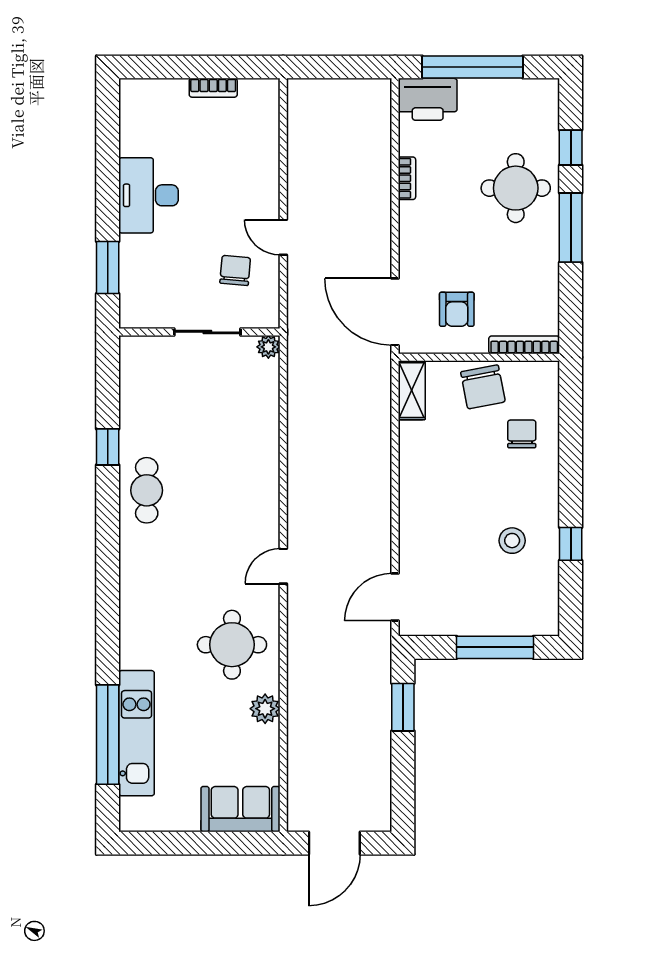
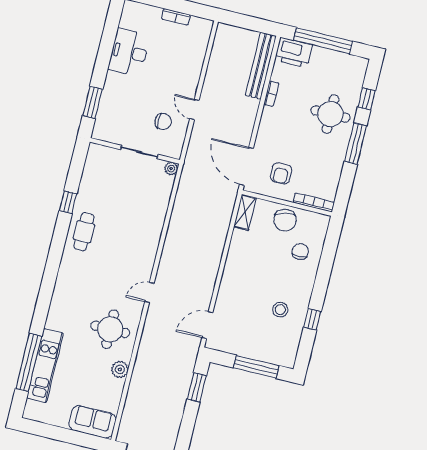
bench: (378, 135) -> (261, 66), added
desk: (148, 195) -> (129, 52), moved
chair: (235, 270) -> (163, 122), turned 84

